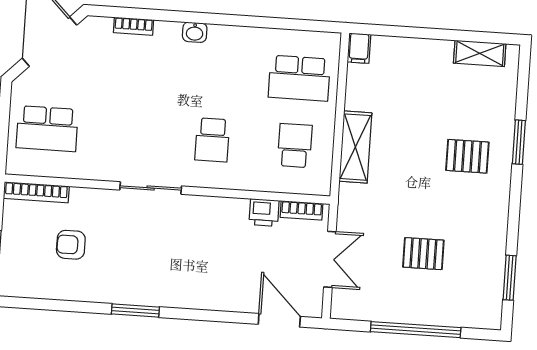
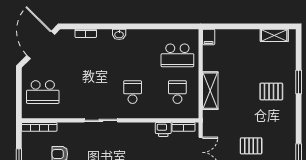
school desk: (212, 140) -> (133, 92), turned 180

